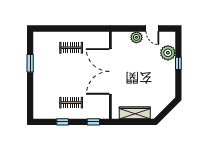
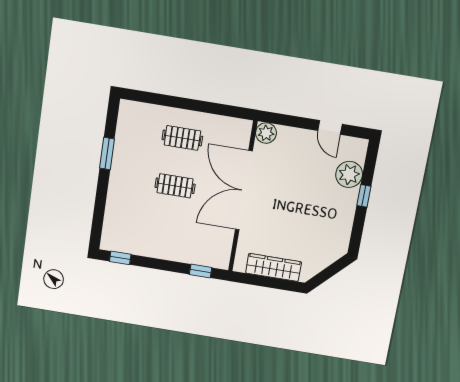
plant: (136, 37) -> (266, 133), moved
clothes rail: (71, 103) -> (175, 186), moved
window: (63, 122) -> (120, 258), moved

